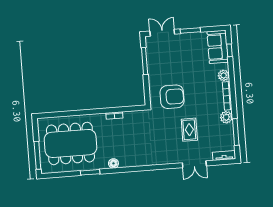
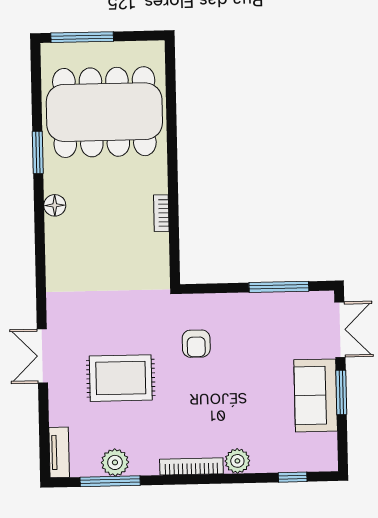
sofa: (218, 47) -> (316, 395), moved, turned -90
armchair: (172, 97) -> (196, 344), width x0.53, depth x0.53
plant: (226, 117) -> (115, 462), moved
rug: (189, 130) -> (121, 378), width x1.36, depth x1.43
dining table: (70, 143) -> (104, 112), turned 90
double door: (194, 164) -> (42, 356), moved

